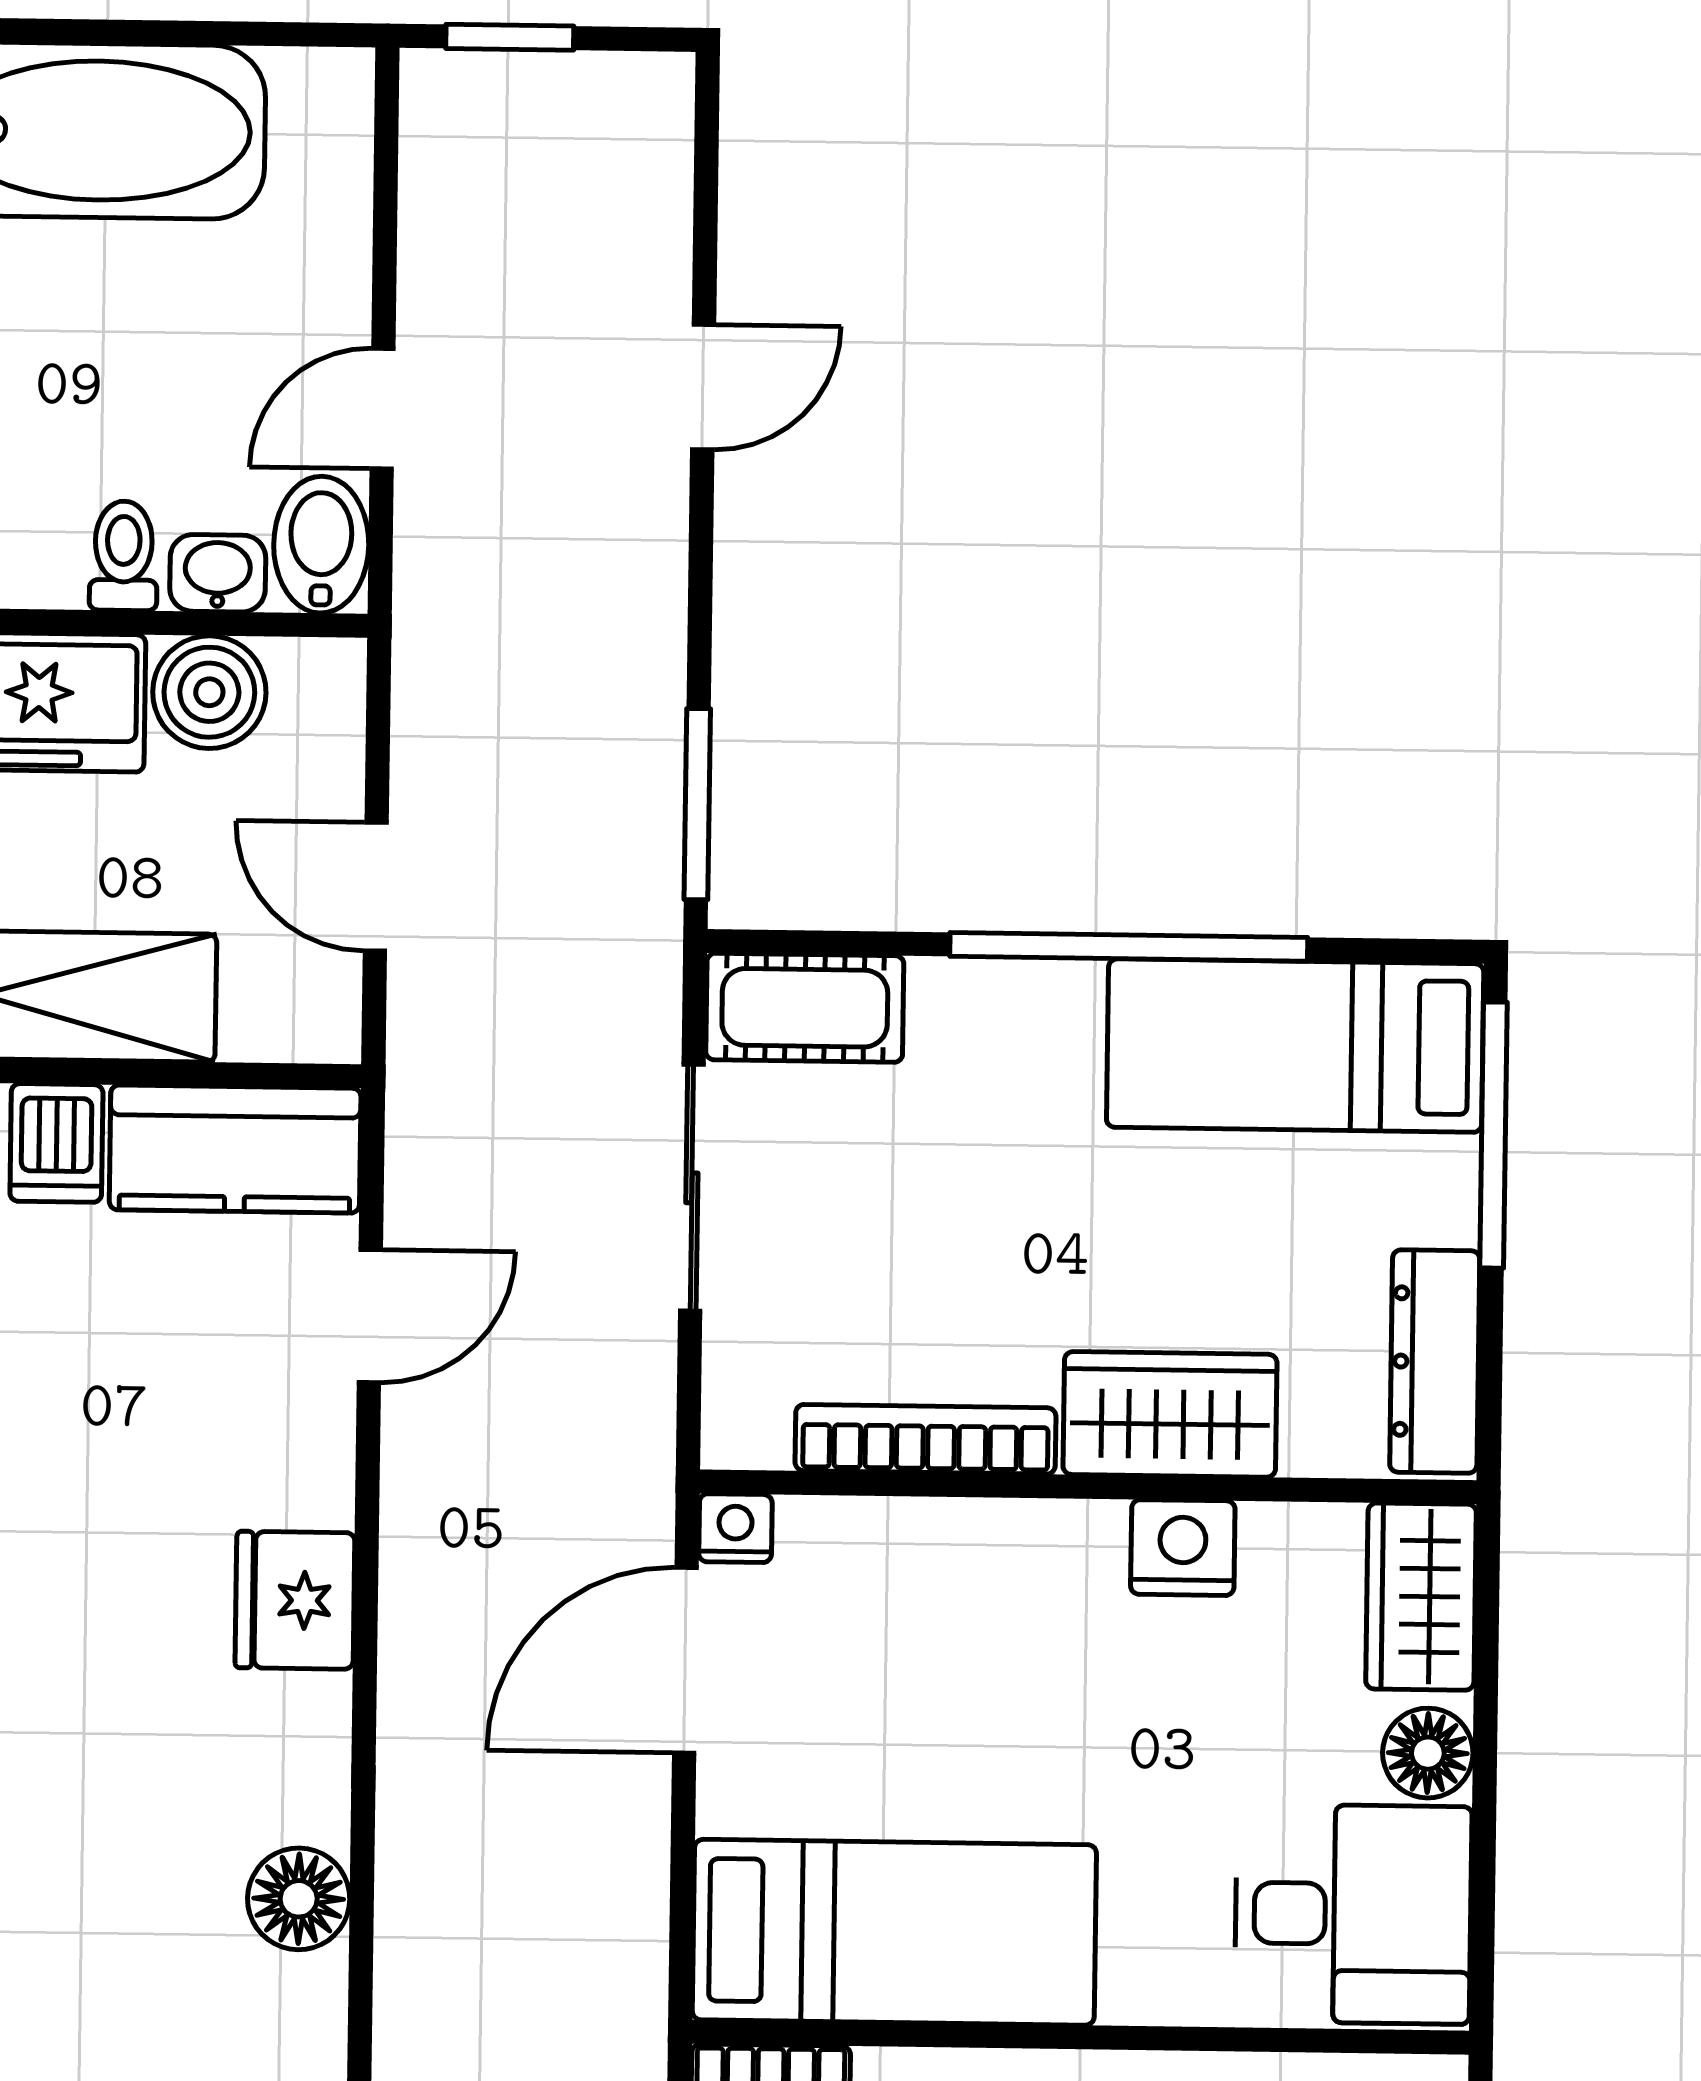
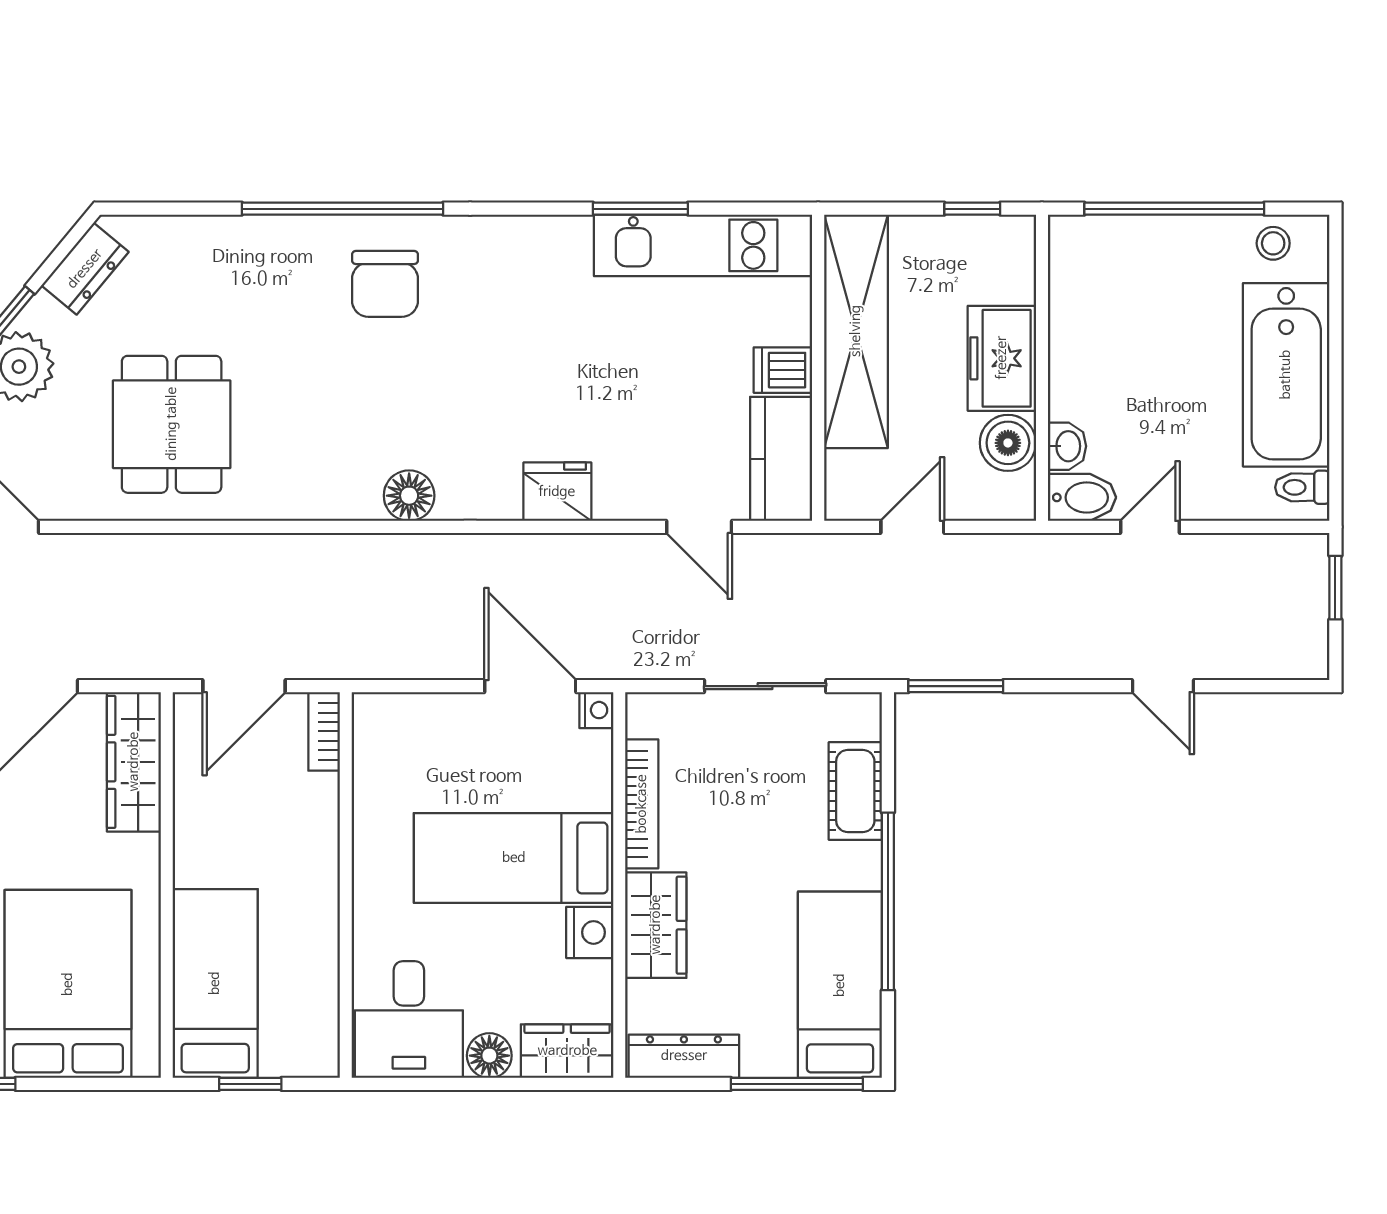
door: (382, 409) -> (1150, 527), hinge flipped
toilet: (124, 556) -> (1302, 487), moved, turned 180
cot: (805, 1008) -> (855, 791), moved
bed: (894, 1932) -> (514, 858), moved, turned 90

